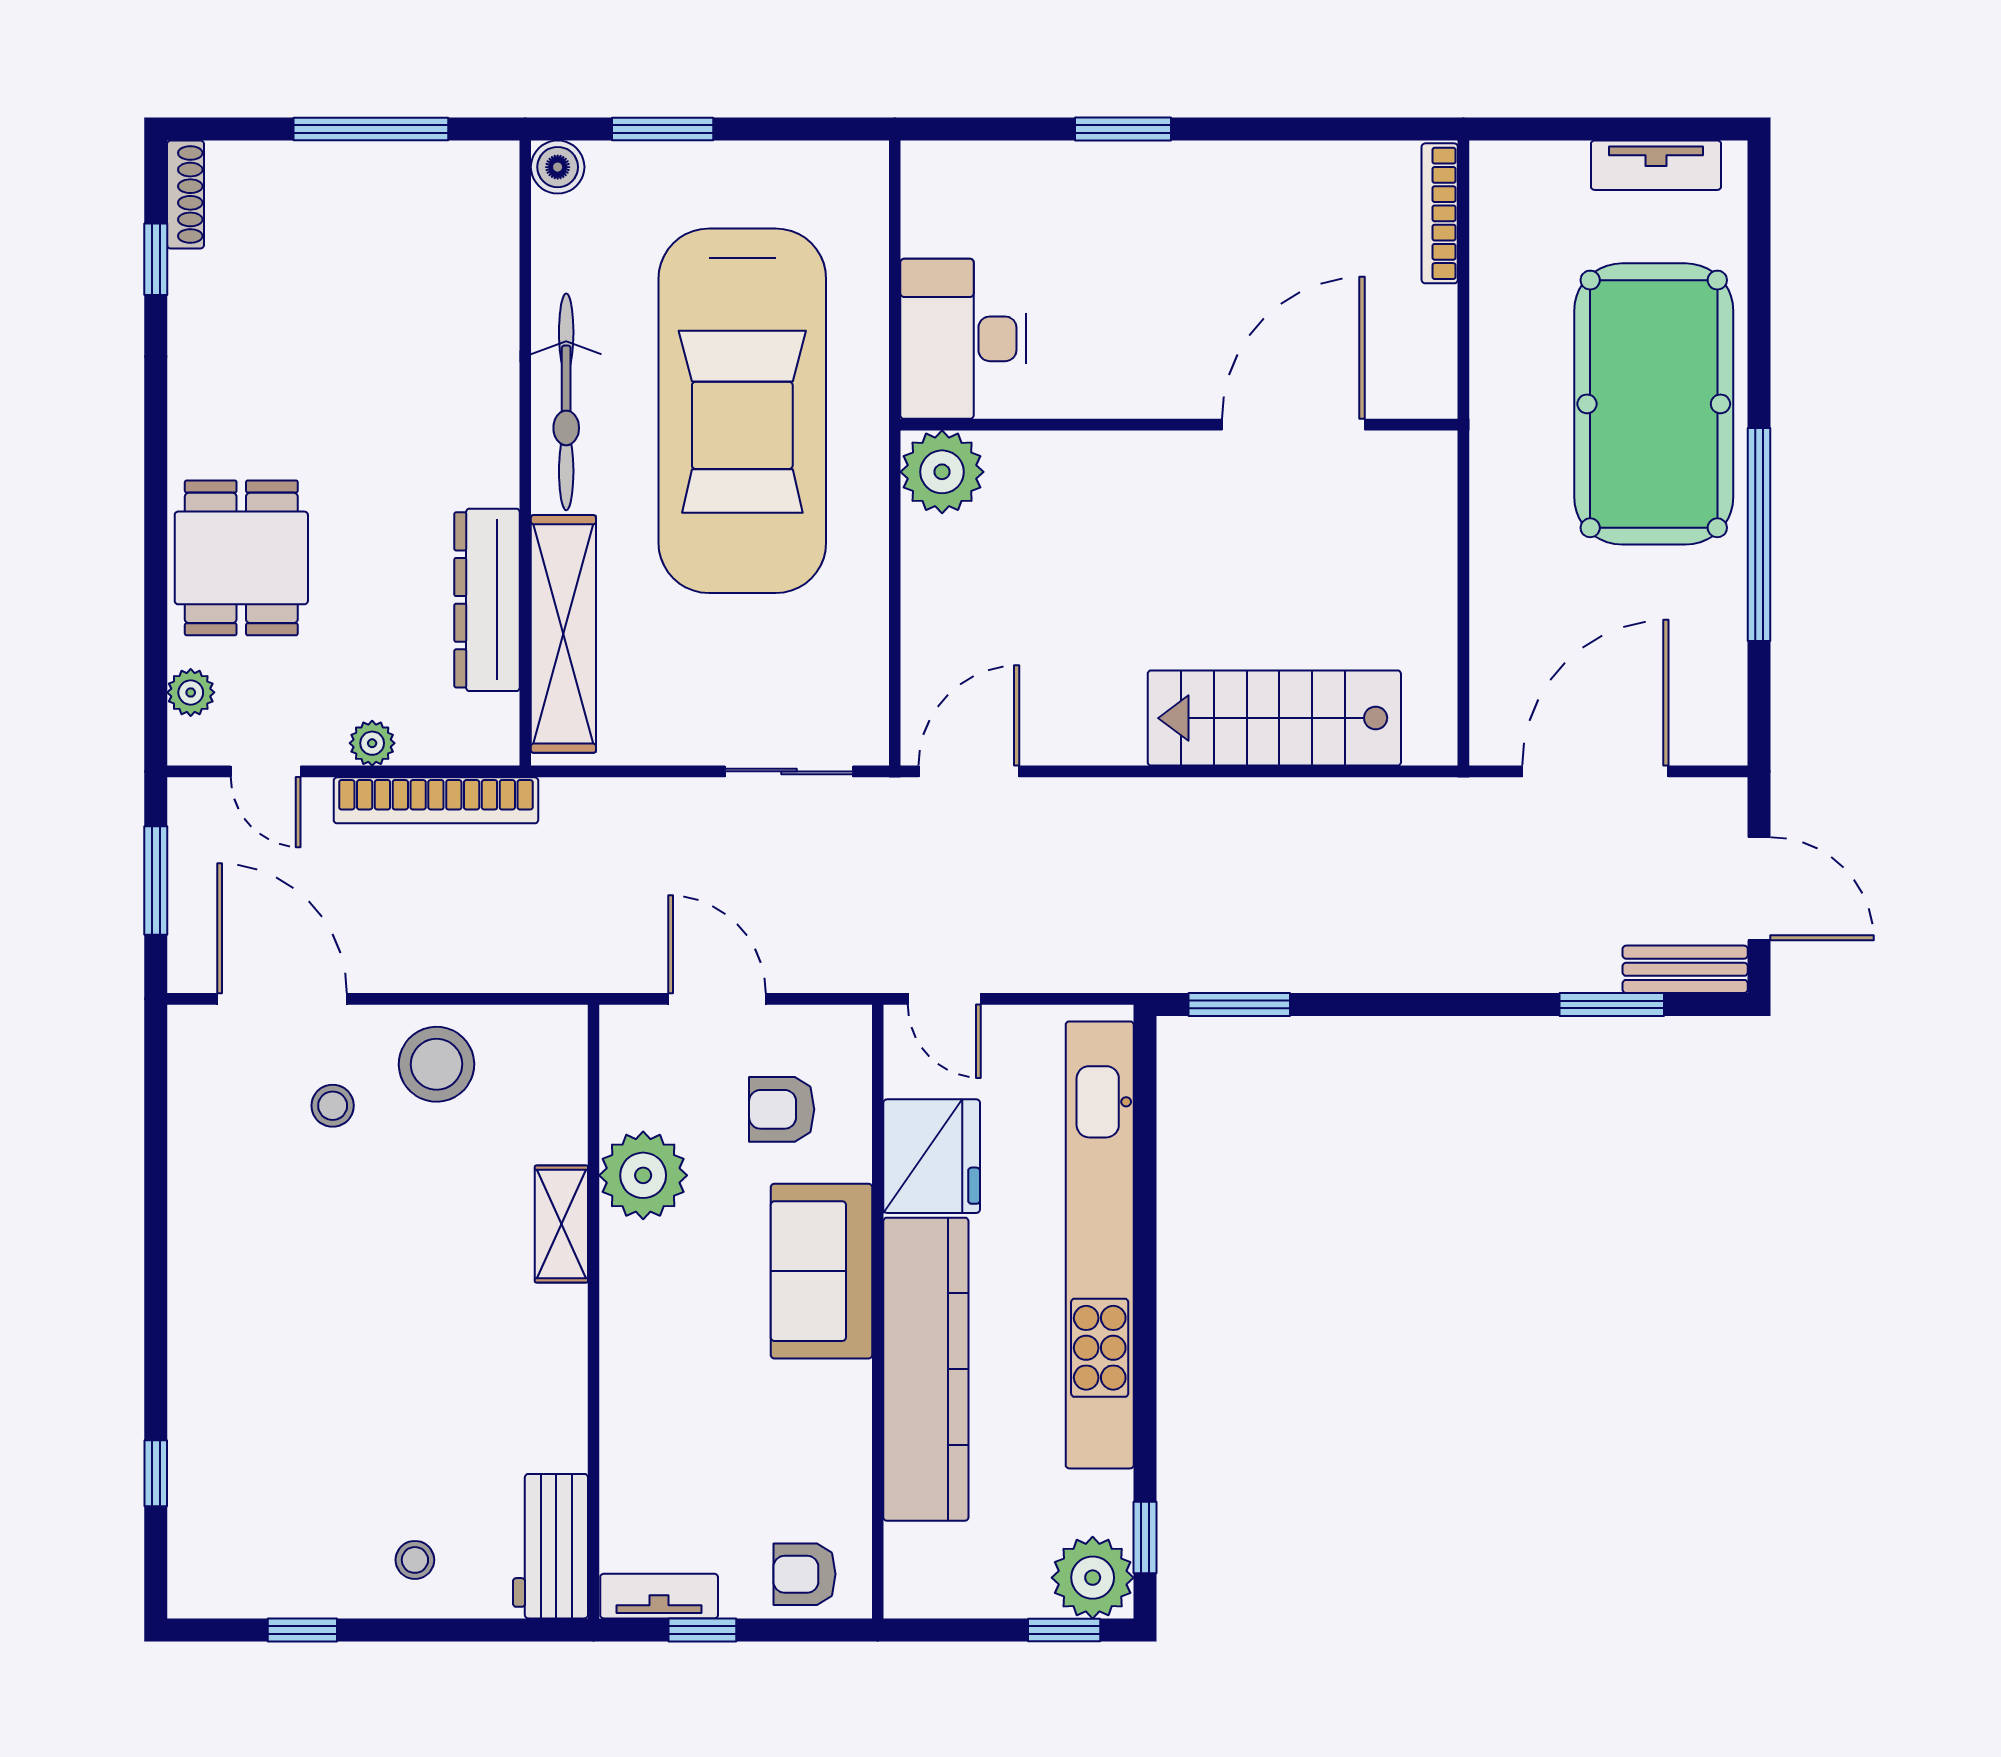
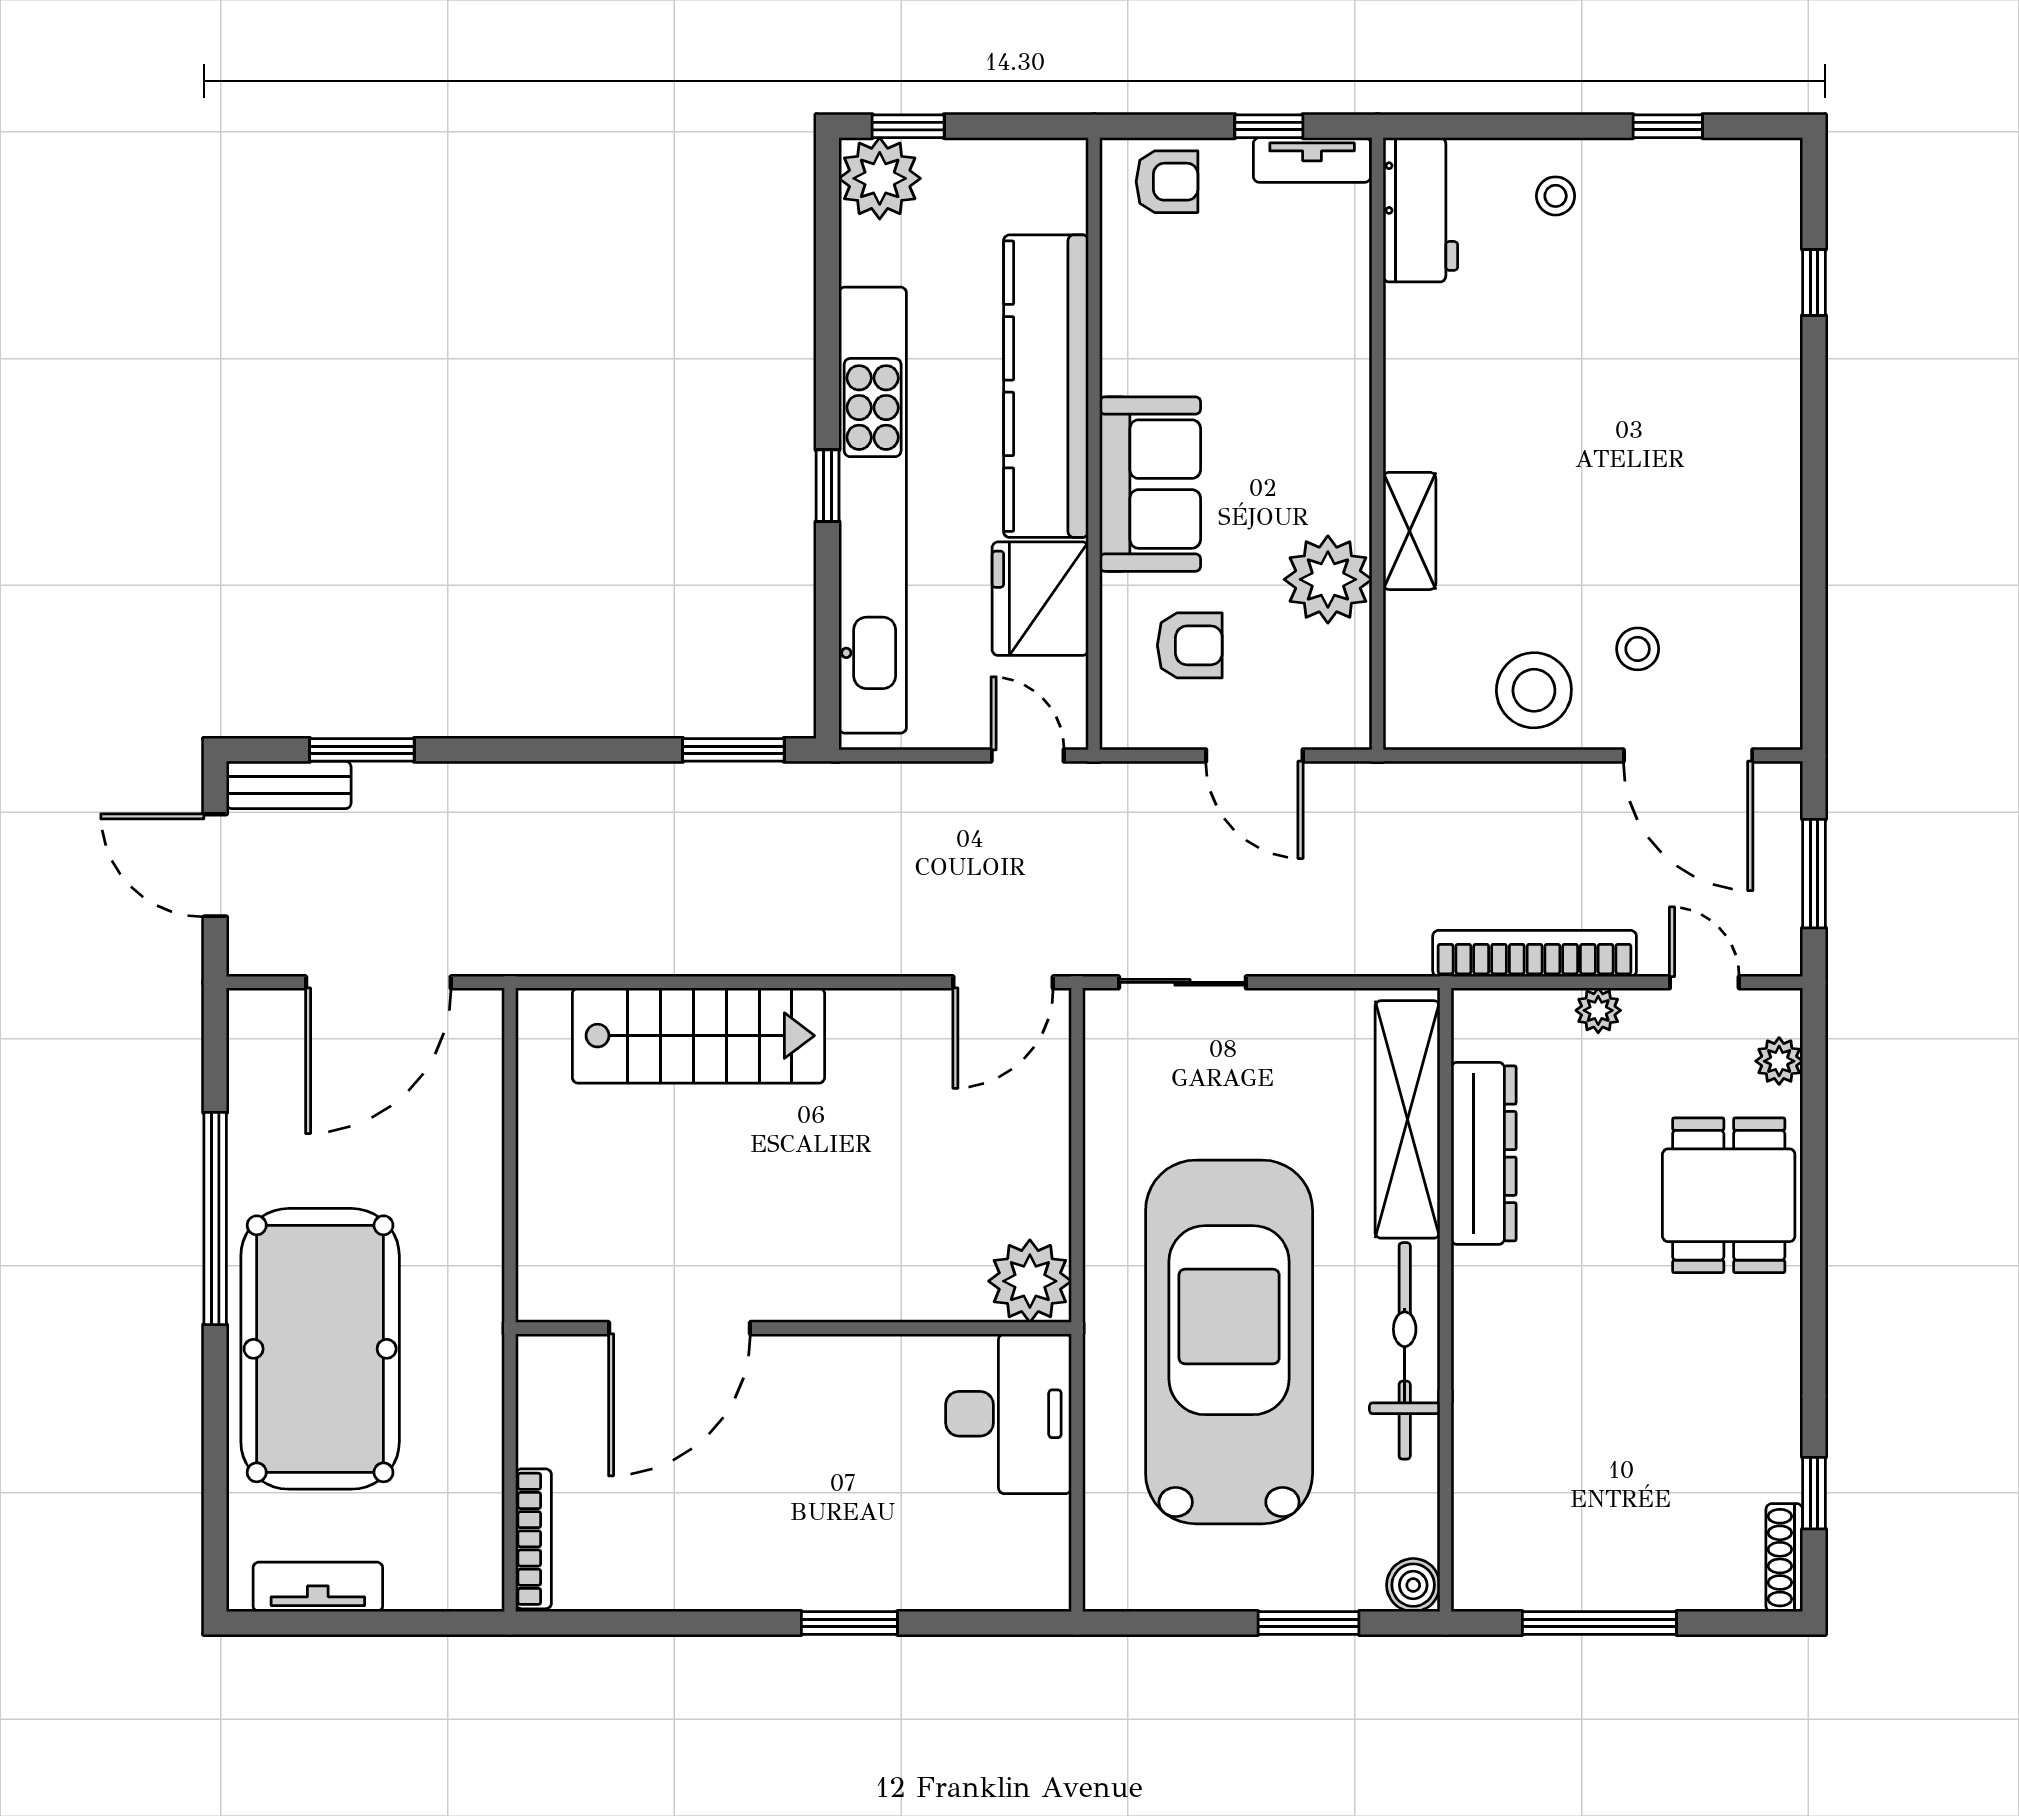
window: (1145, 1538) -> (827, 486), moved

